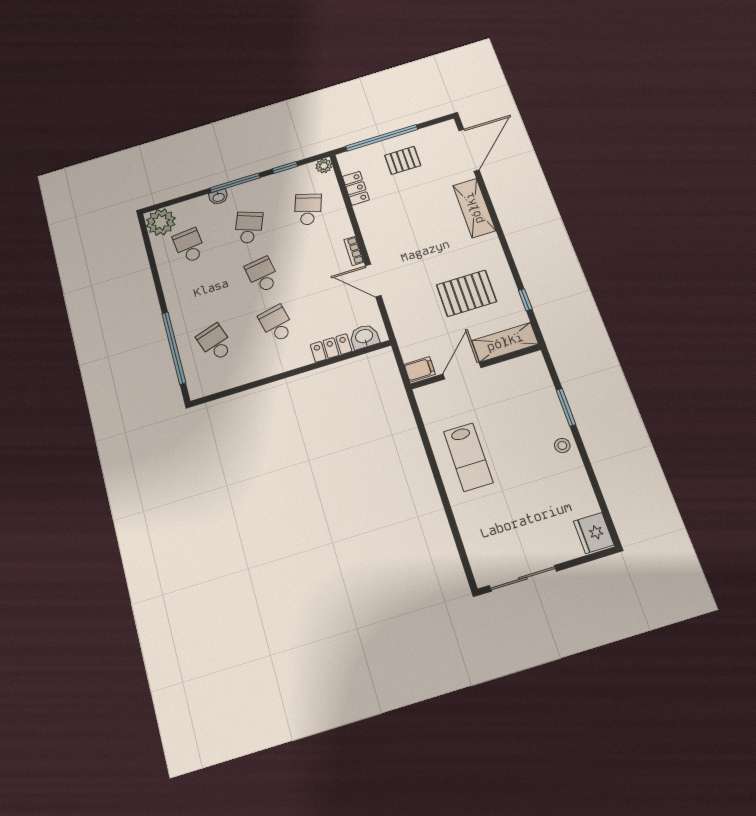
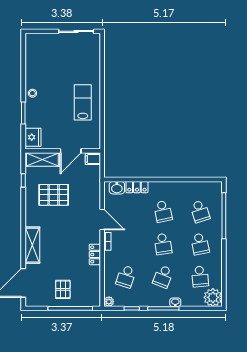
pallet: (403, 160) -> (63, 289), turned 90
locker: (356, 188) -> (95, 254), moved
school desk: (202, 293) -> (200, 244), added
fridge: (594, 533) -> (33, 137), moved

